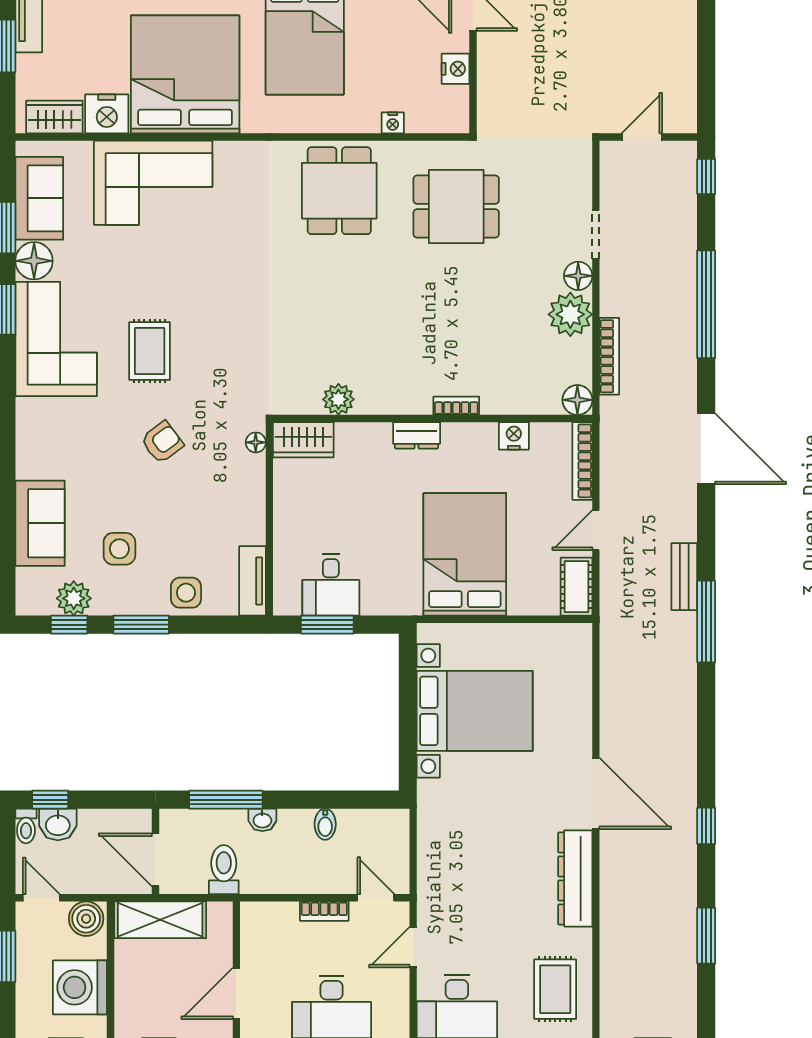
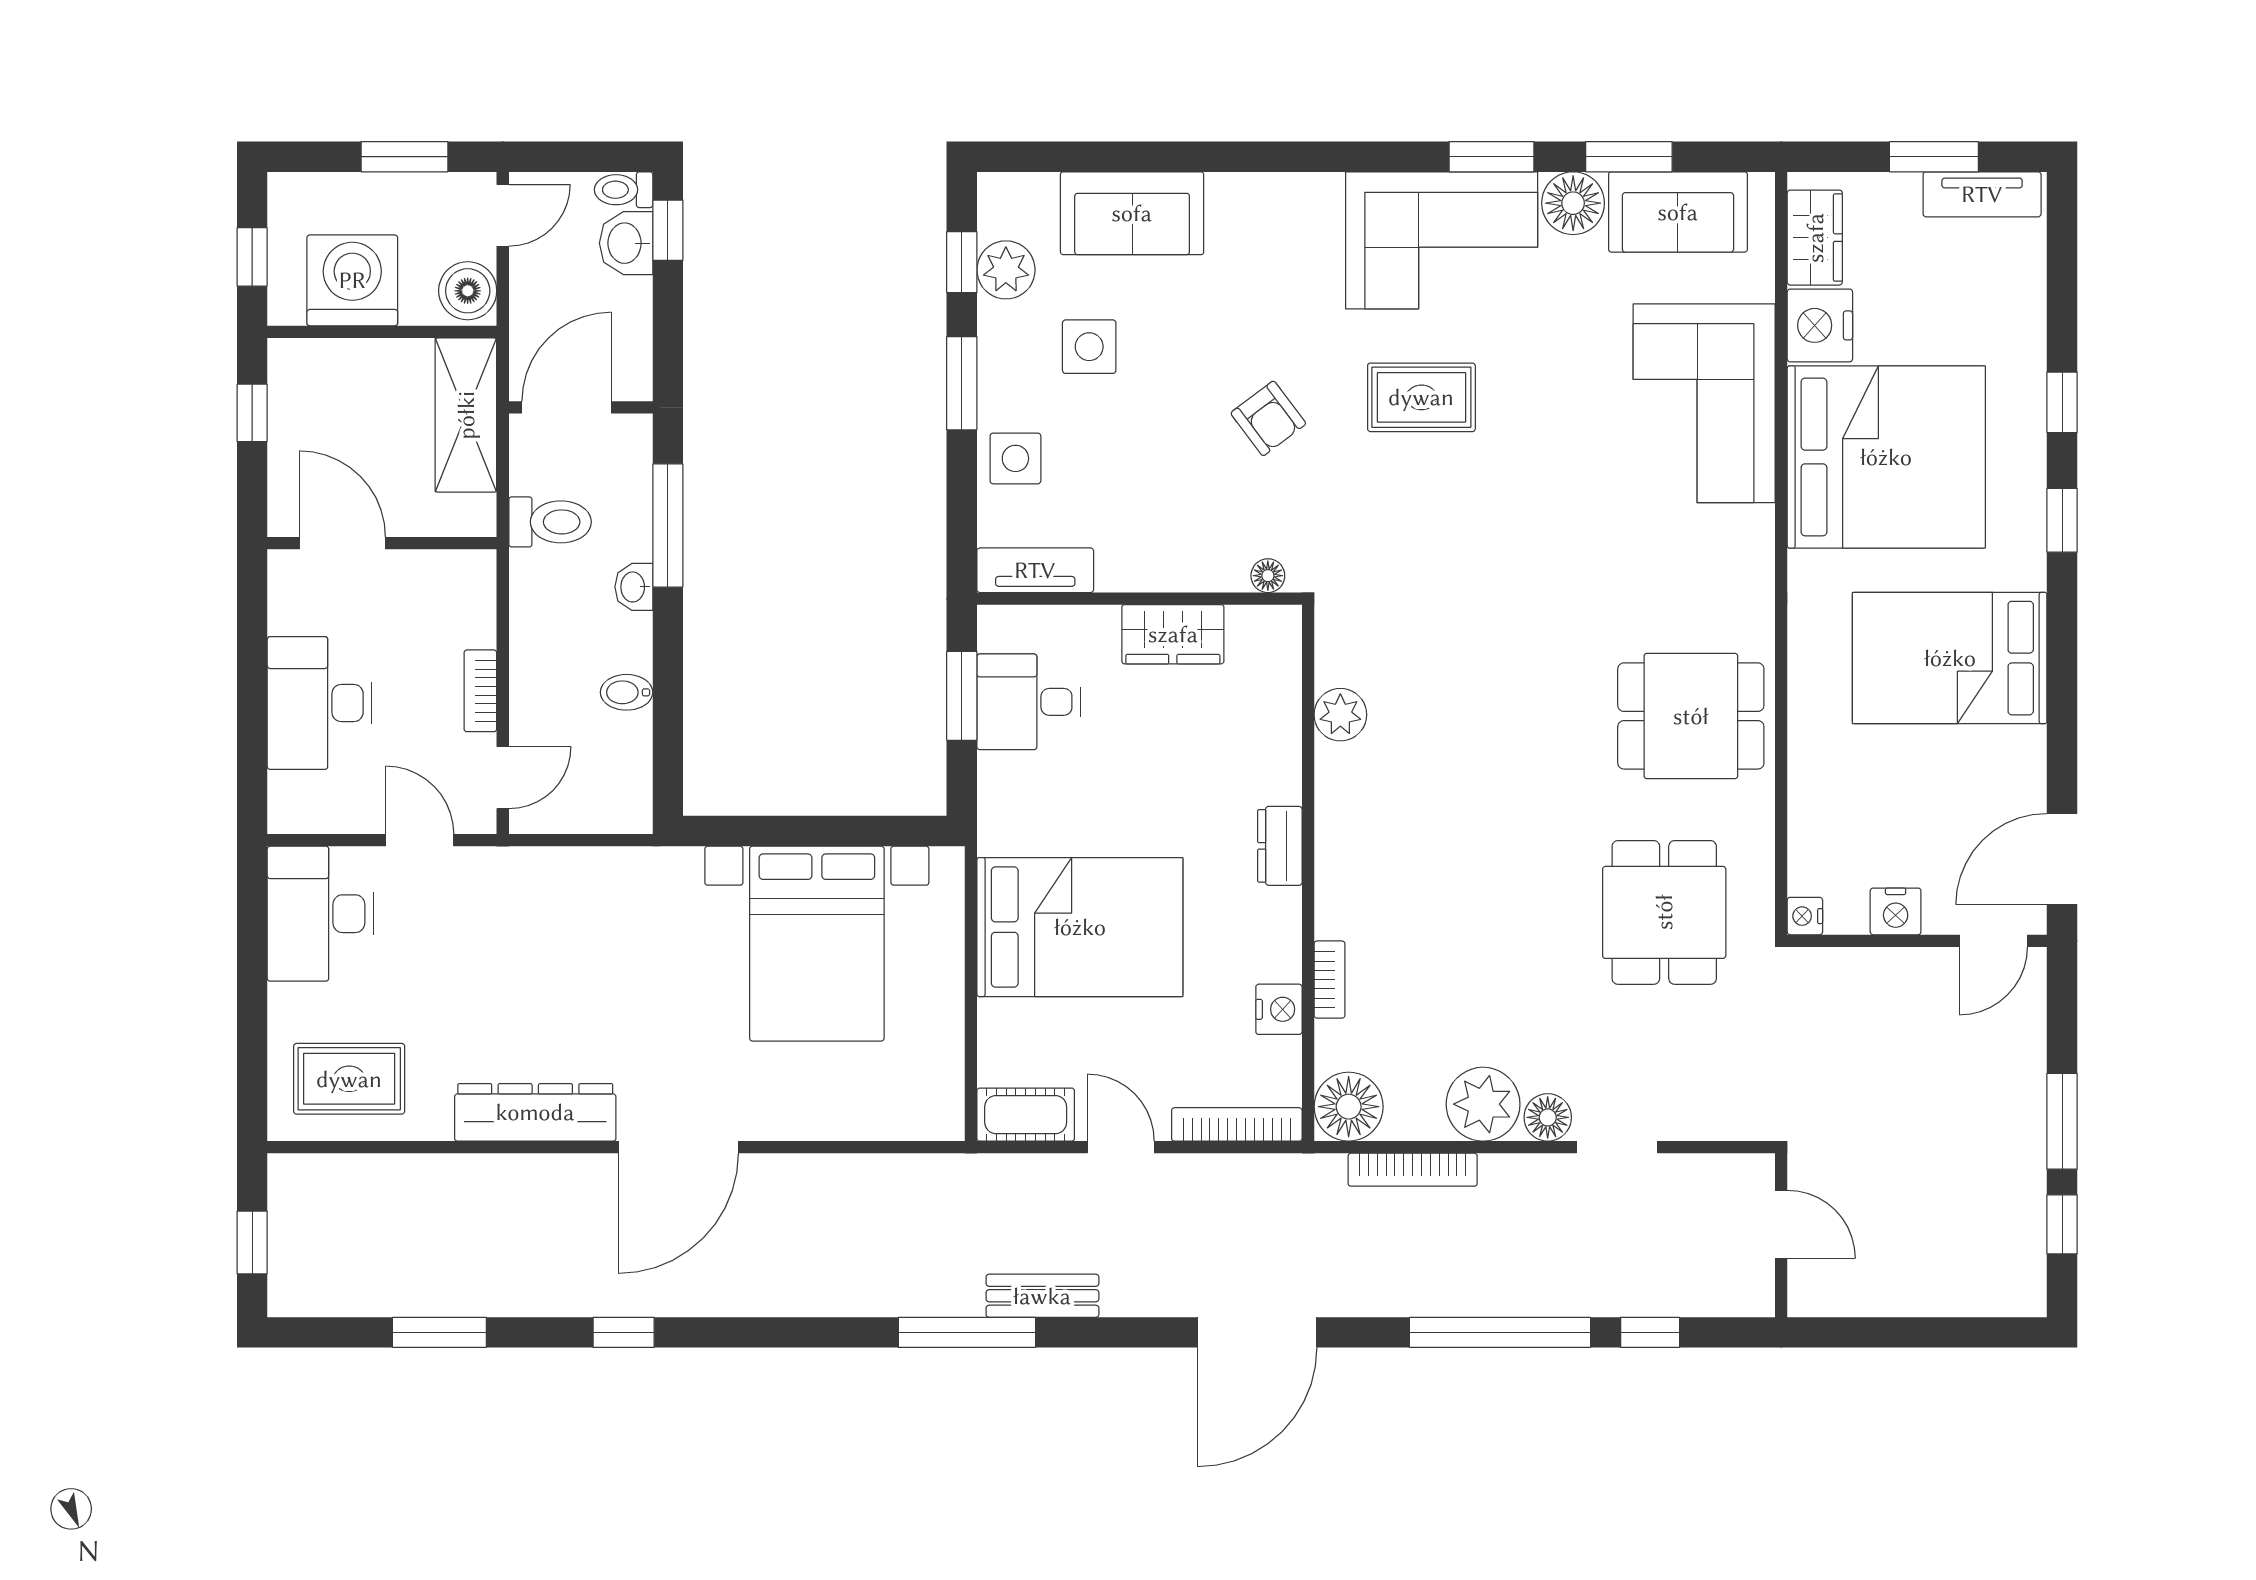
nightstand: (393, 123) -> (1805, 916), moved
window: (706, 176) -> (1650, 1332), moved
floor lamp: (577, 400) -> (1349, 1107), width x1.38, depth x1.38
bookcase: (456, 406) -> (1330, 980), moved
wardrobe: (303, 440) -> (1173, 634), moved, turned -90

